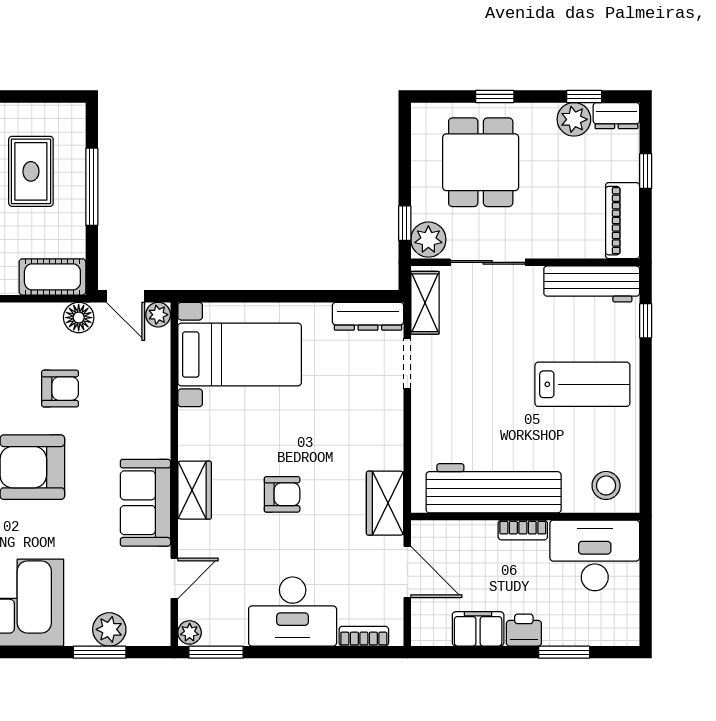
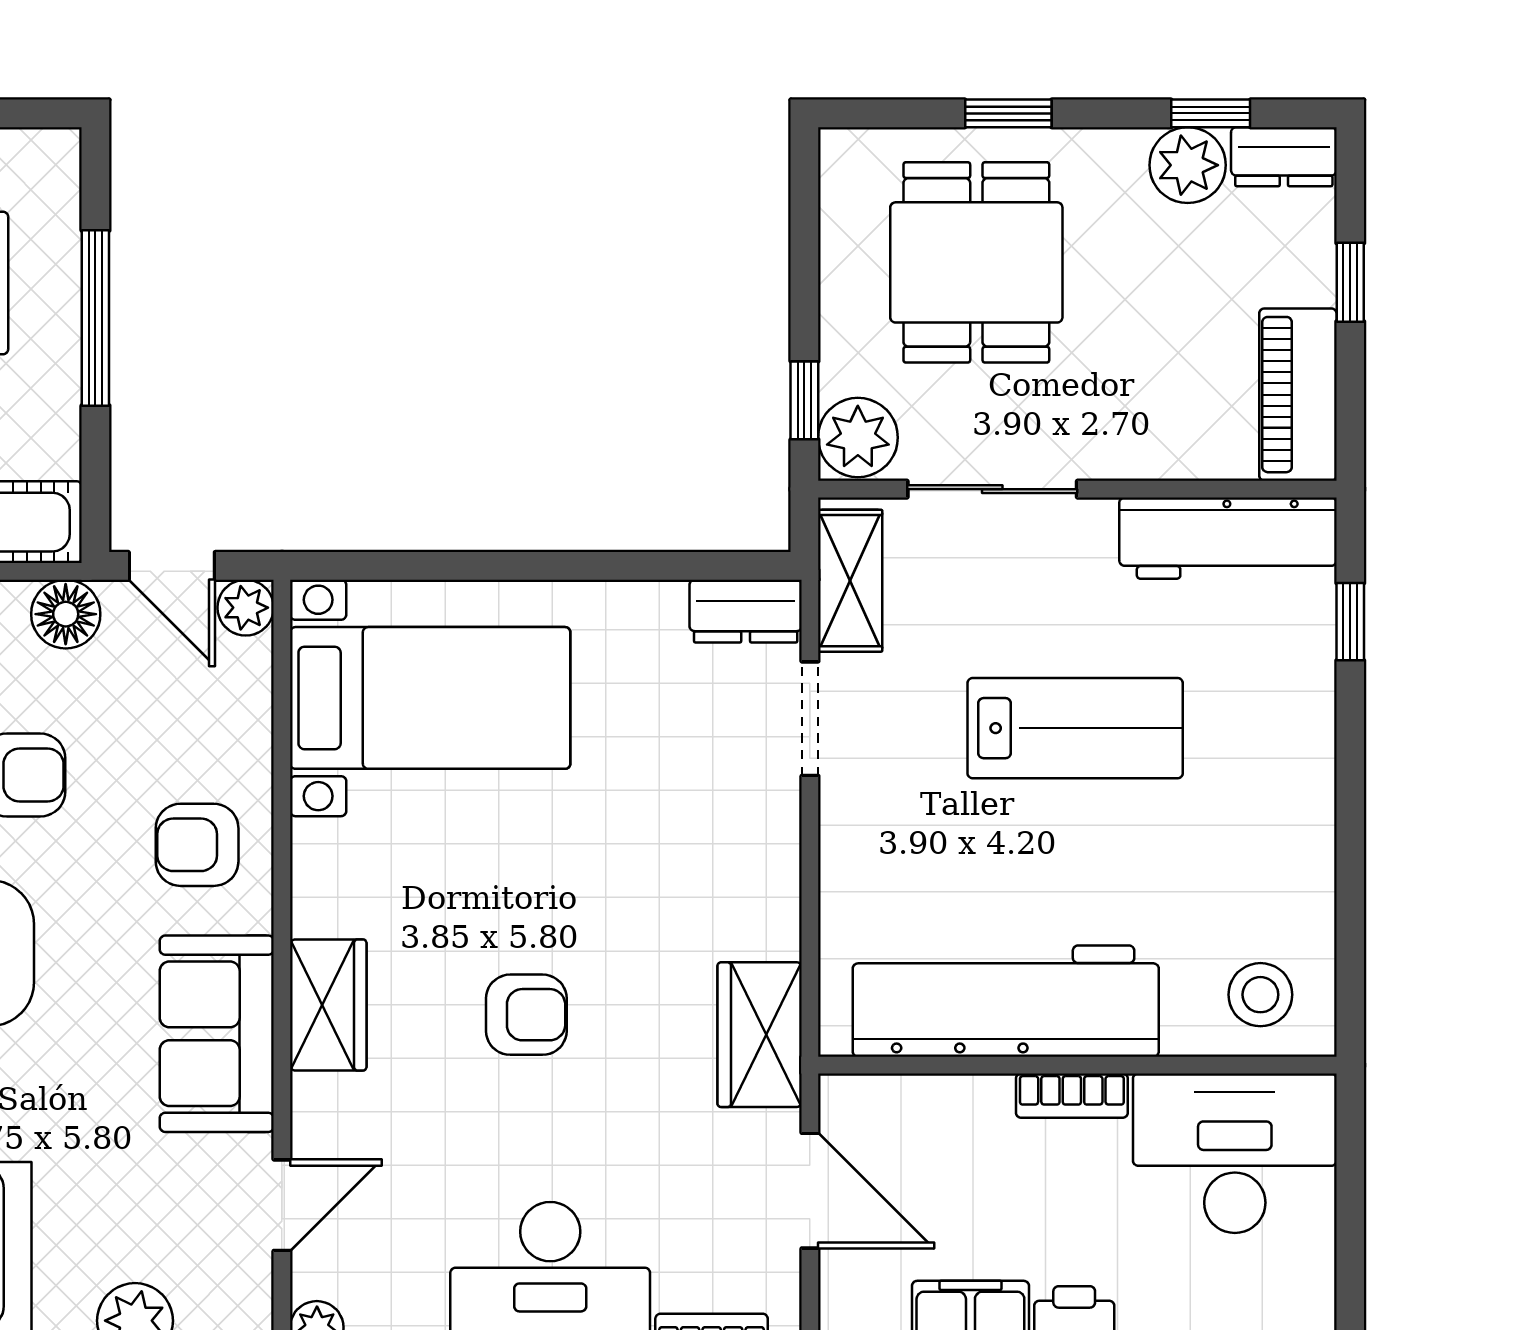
dresser: (368, 316) -> (746, 611), width x0.70
lab bench: (582, 384) -> (1075, 728), moved
armchair: (137, 419) -> (197, 845), added

